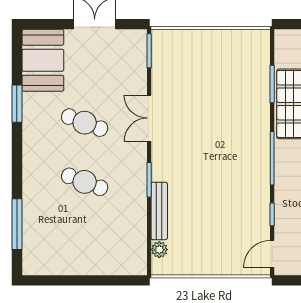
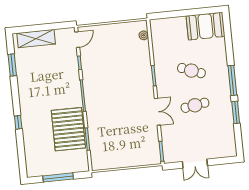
booth: (43, 60) -> (206, 26), moved, turned 90
cafe table: (85, 123) -> (195, 105), turned -30
bench: (159, 211) -> (146, 58), removed
window: (17, 224) -> (232, 80), moved

